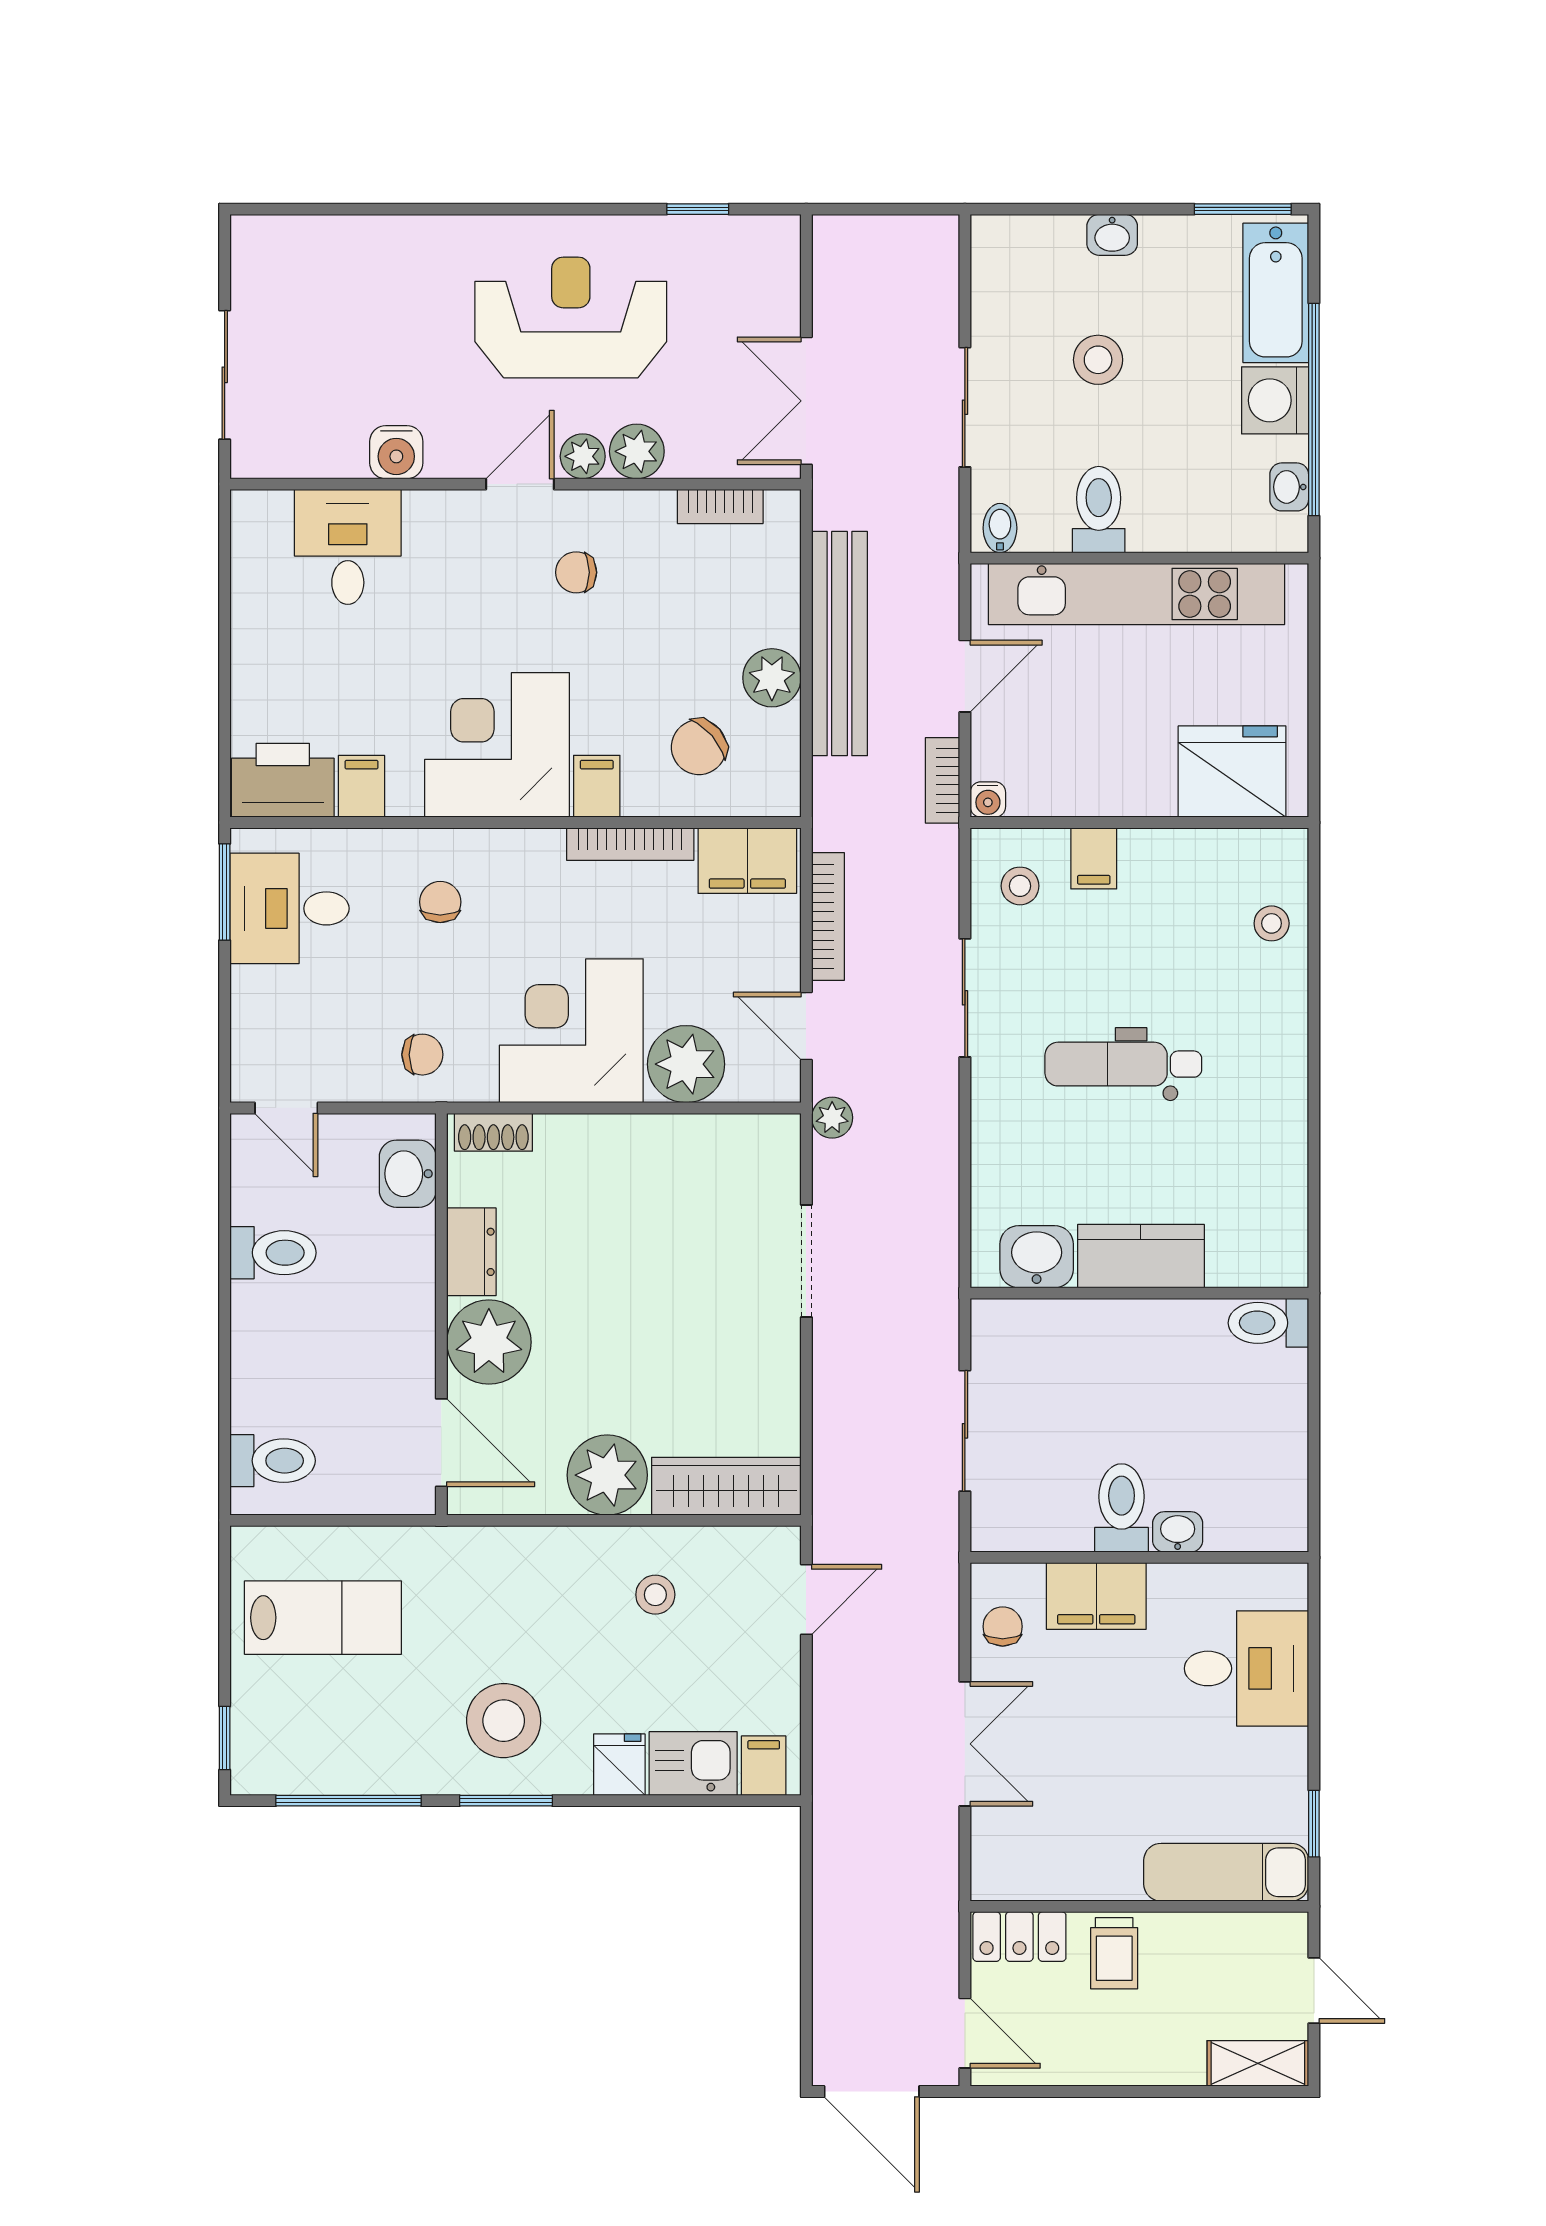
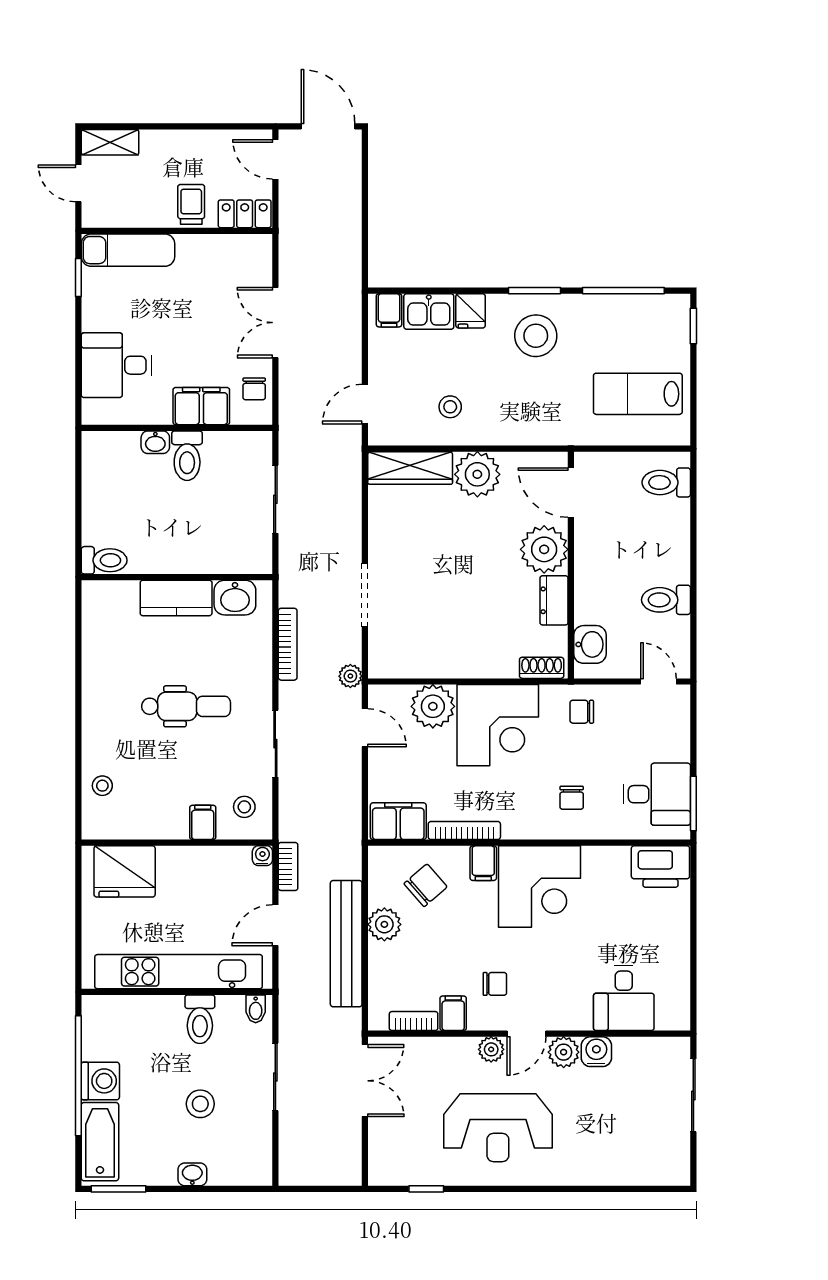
plant: (637, 451) -> (564, 1052), moved
washbasin: (1289, 487) -> (92, 1032), removed
filing cabinet: (362, 786) -> (453, 1013), moved, turned 180
bookcase: (828, 916) -> (288, 644), moved, turned 180

